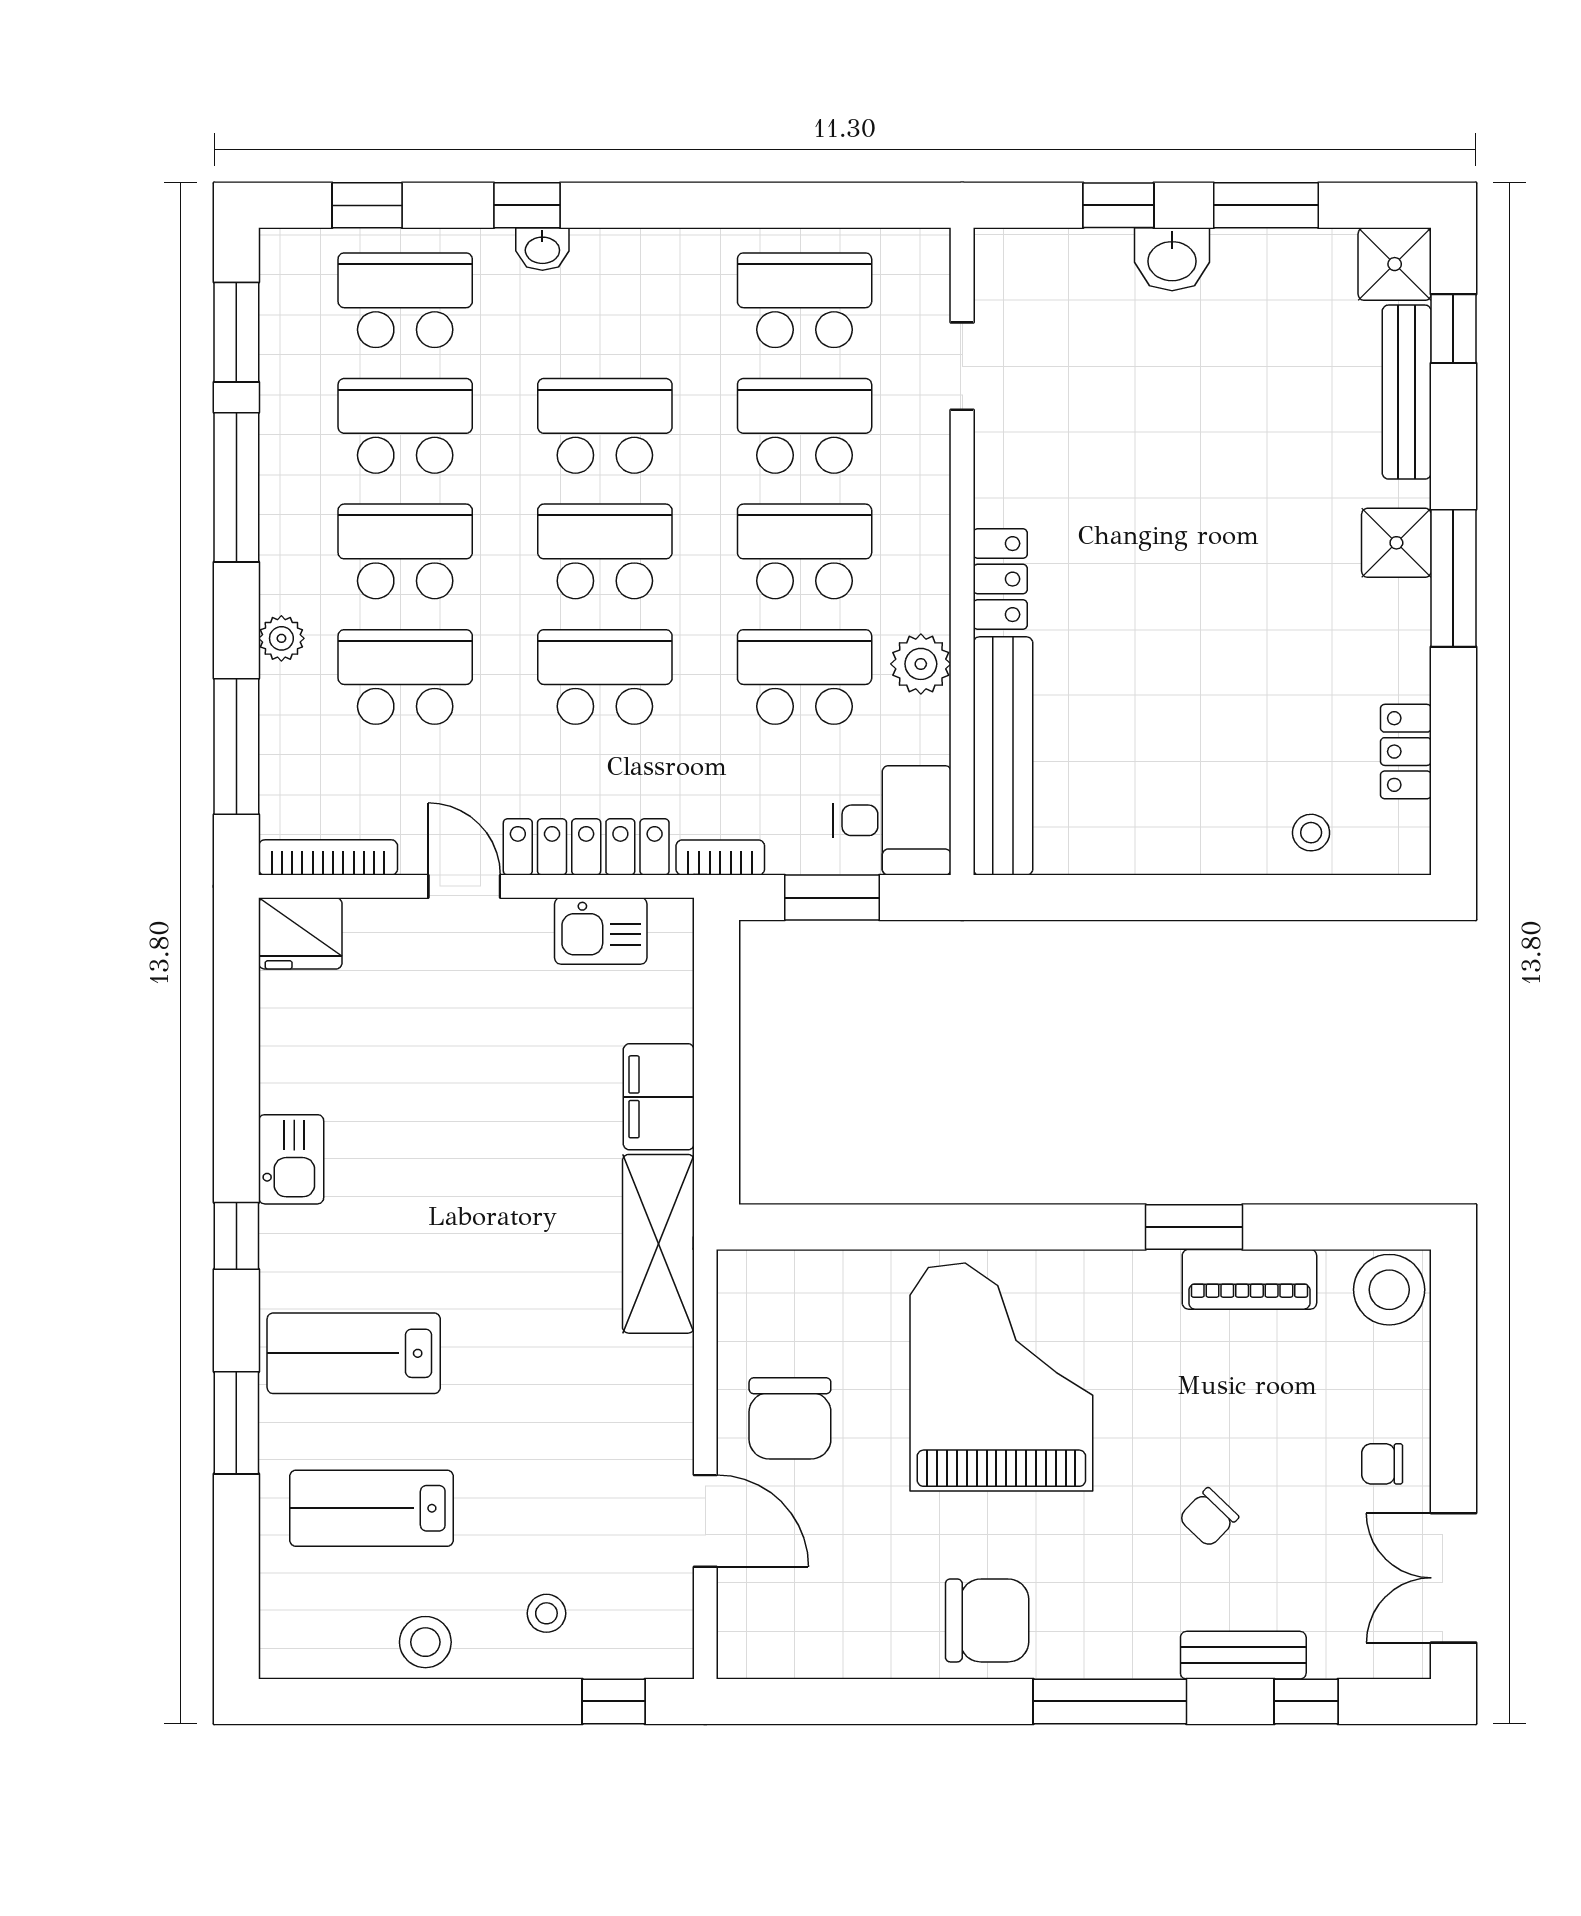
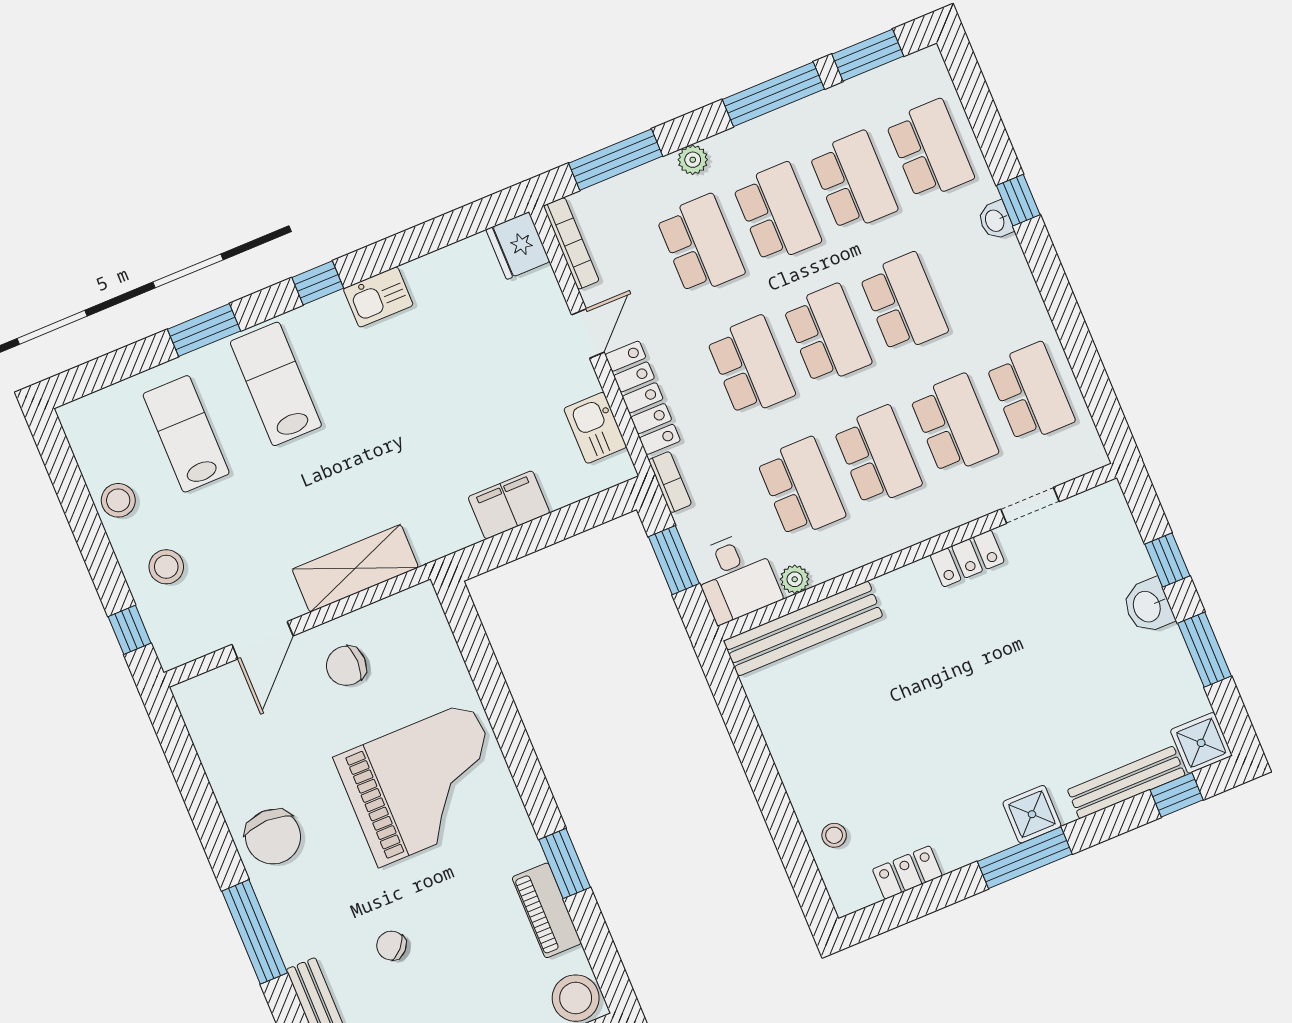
window: (367, 205) -> (978, 103), removed
locker: (1000, 579) -> (967, 559), moved
plant: (921, 664) -> (795, 579), moved, width x0.73, depth x0.73
shelving: (658, 1244) -> (355, 568), moved
chair: (790, 1418) -> (346, 666), width x0.73, depth x0.73
stool: (546, 1613) -> (166, 567), width x1.37, depth x1.37

